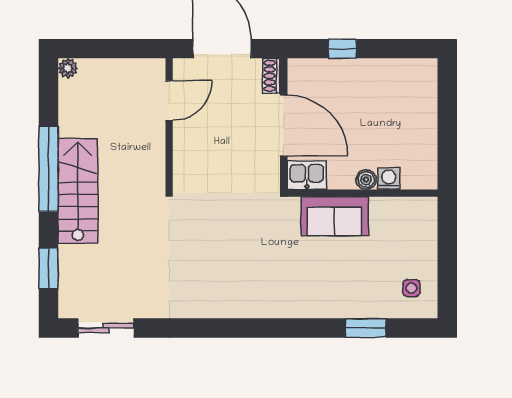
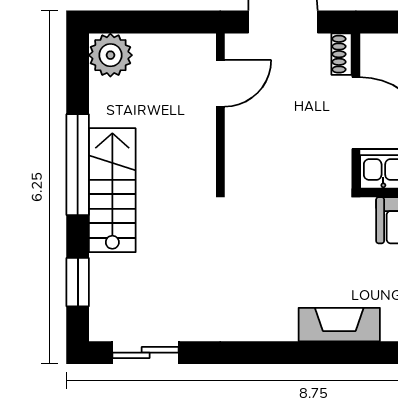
plant: (68, 68) -> (110, 55), width x1.88, depth x1.88
fireplace: (270, 304) -> (339, 325), added

